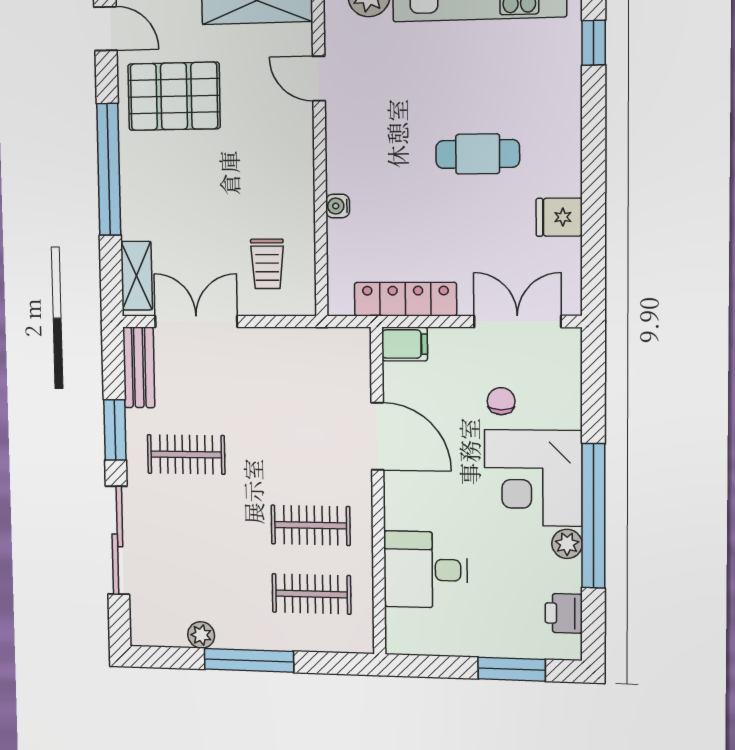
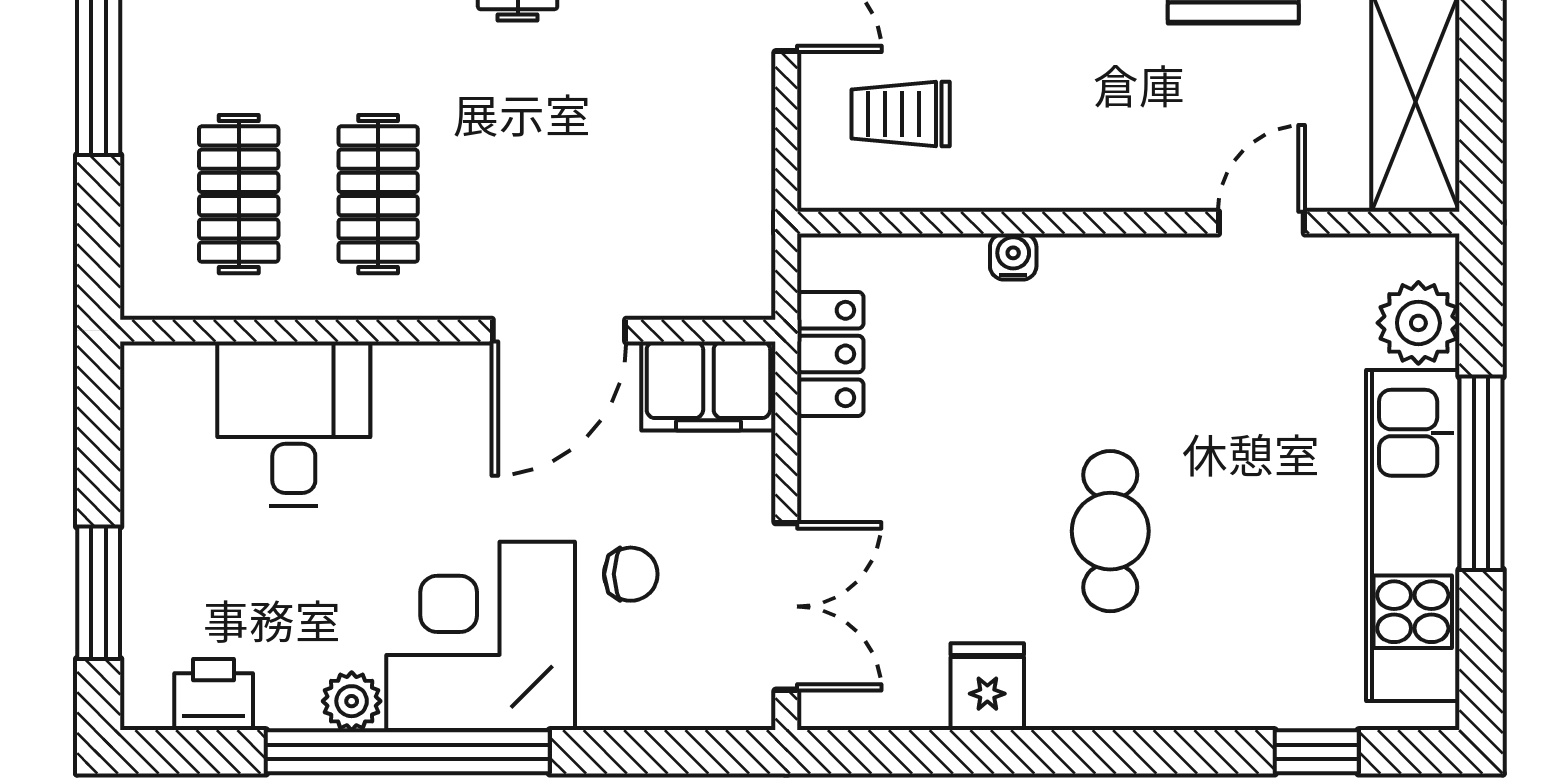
locker: (405, 299) -> (830, 354), width x0.66
filing cabinet: (405, 344) -> (708, 386), width x2.00

